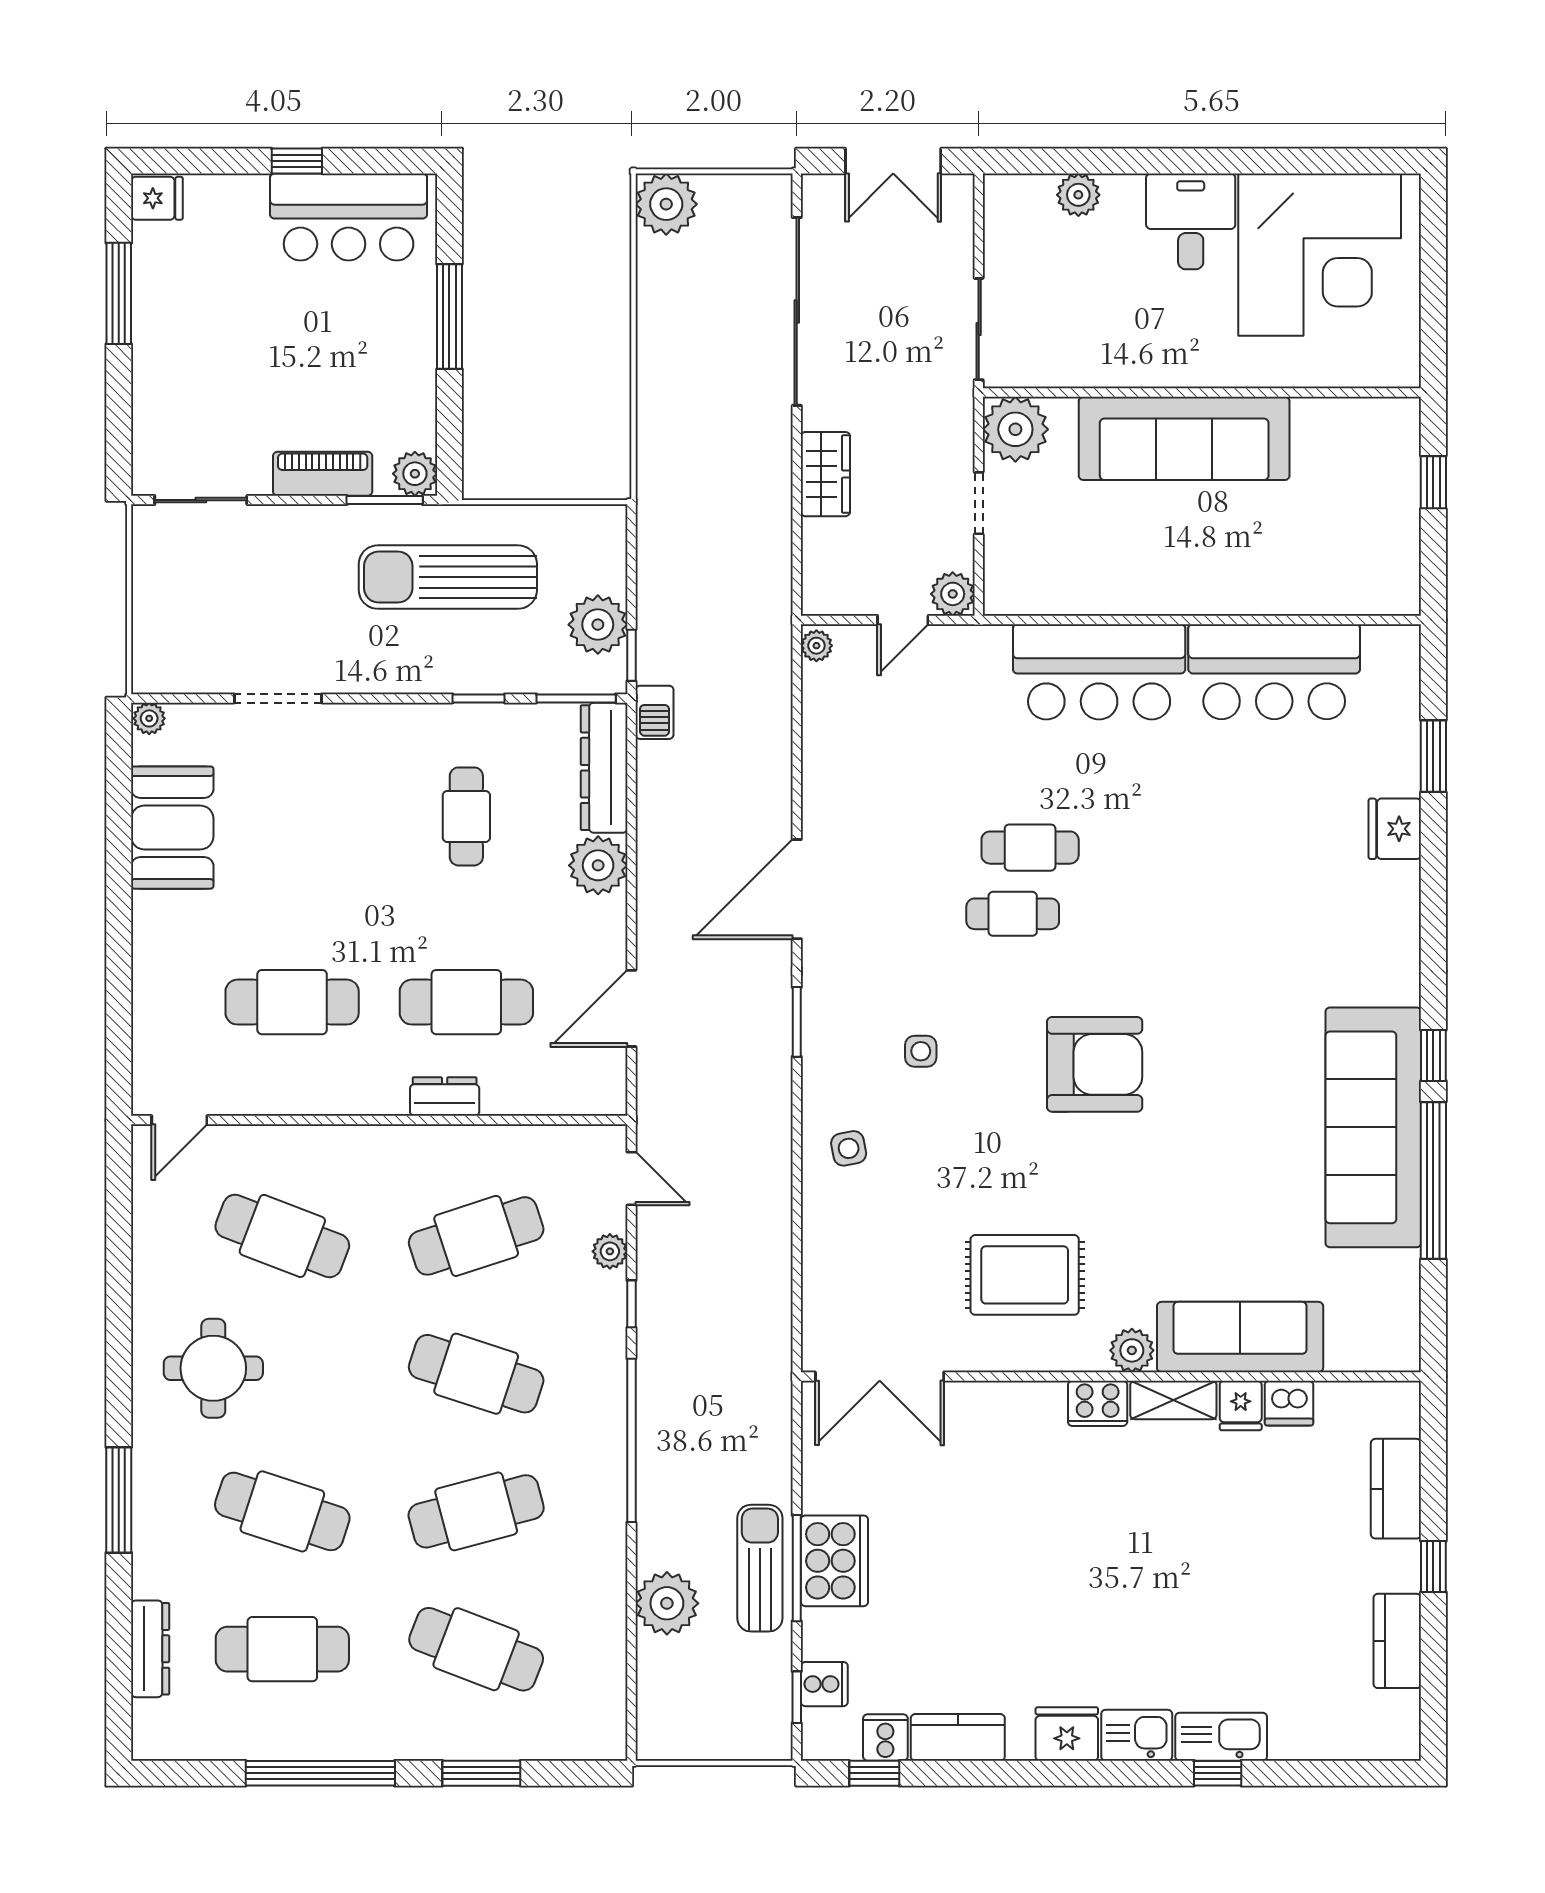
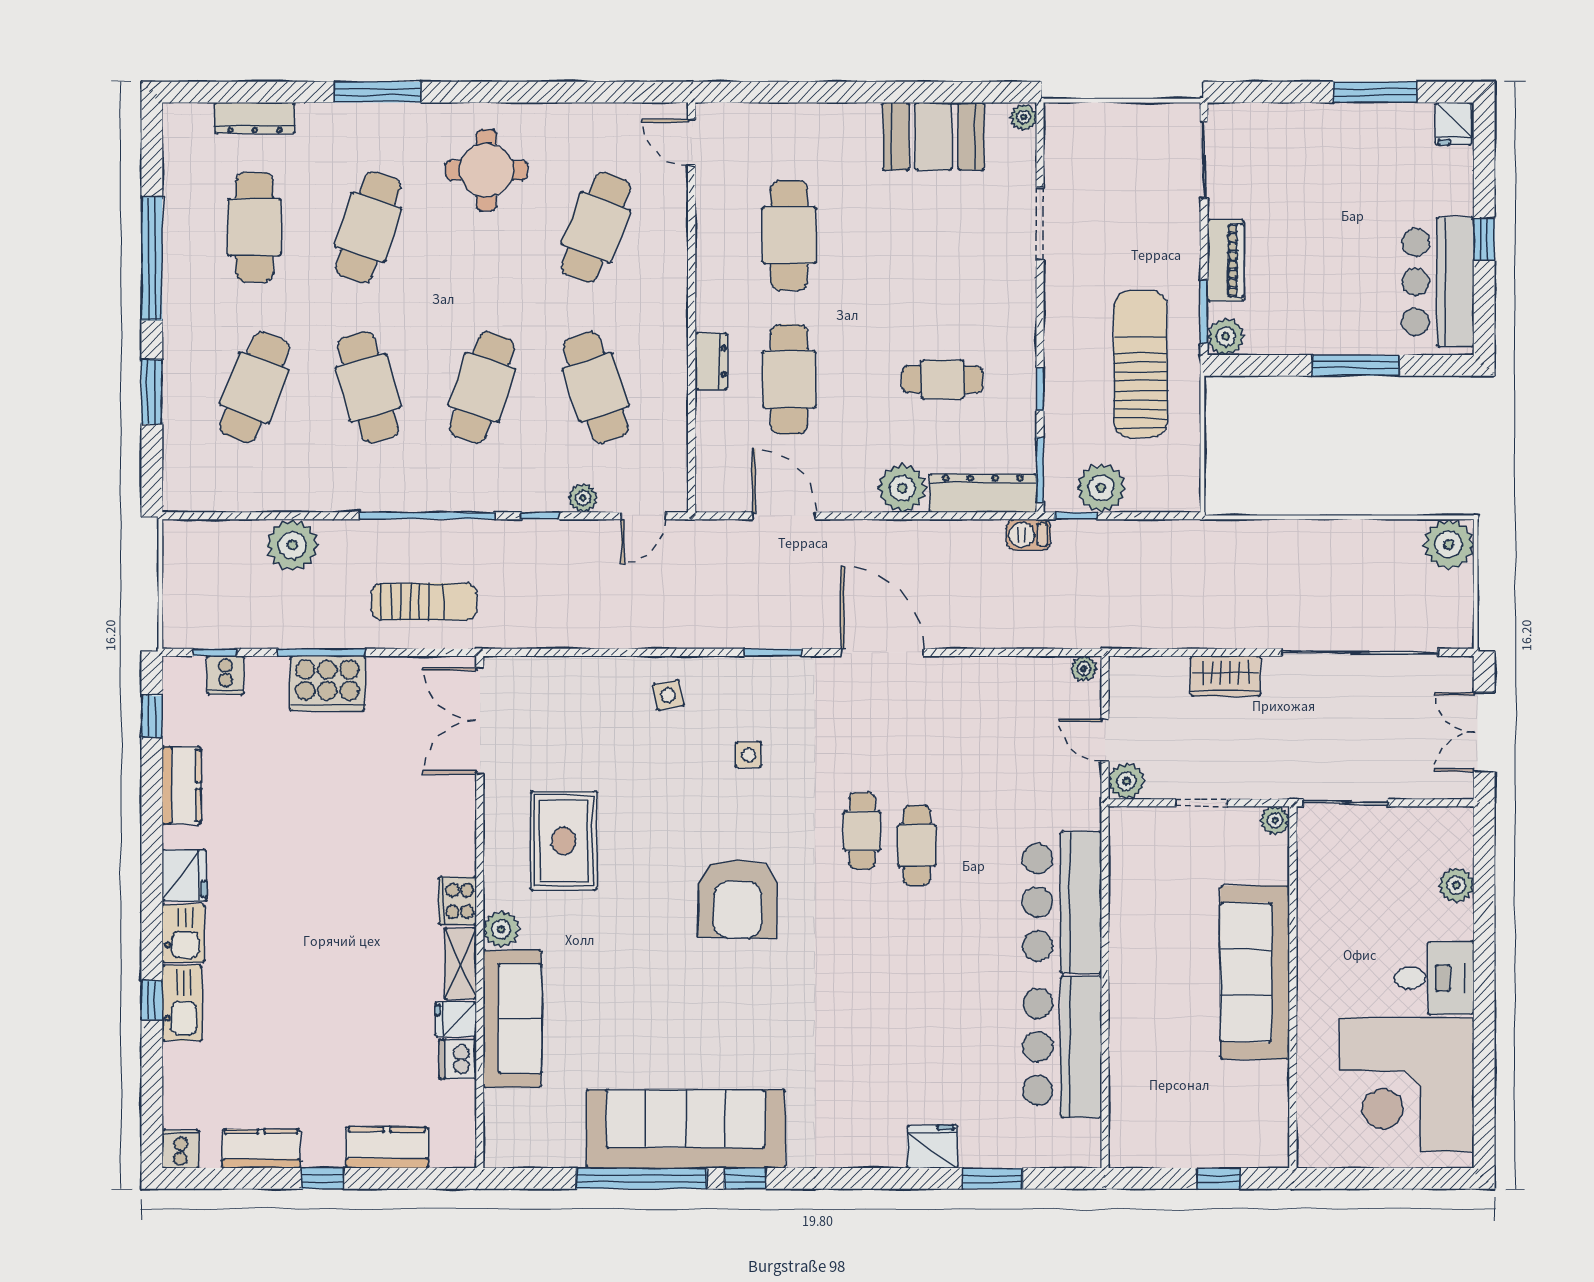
plant: (1015, 429) -> (1275, 820), width x0.53, depth x0.53
sun lounger: (760, 1568) -> (424, 602), moved
cooker: (885, 1737) -> (180, 1149), moved, turned -90

